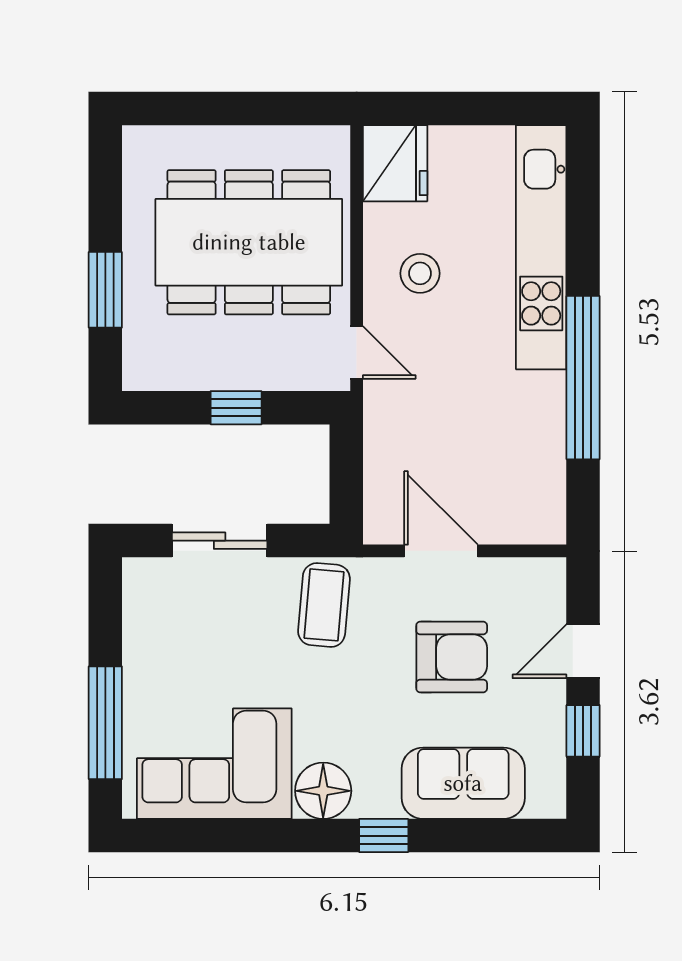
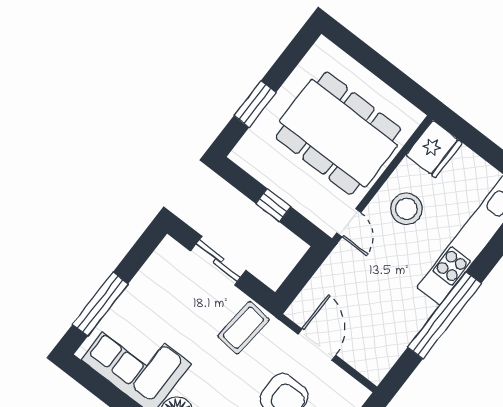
stool: (420, 273) -> (406, 209), width x1.38, depth x1.38

